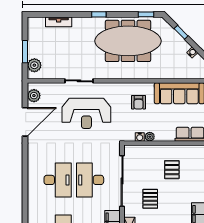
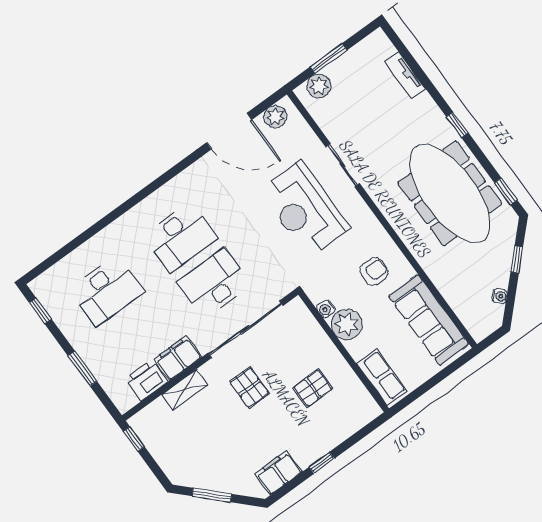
armchair: (139, 102) -> (374, 271), turned 180
plant: (150, 137) -> (347, 324), width x1.88, depth x1.88
pallet: (150, 199) -> (249, 388), turned 90

